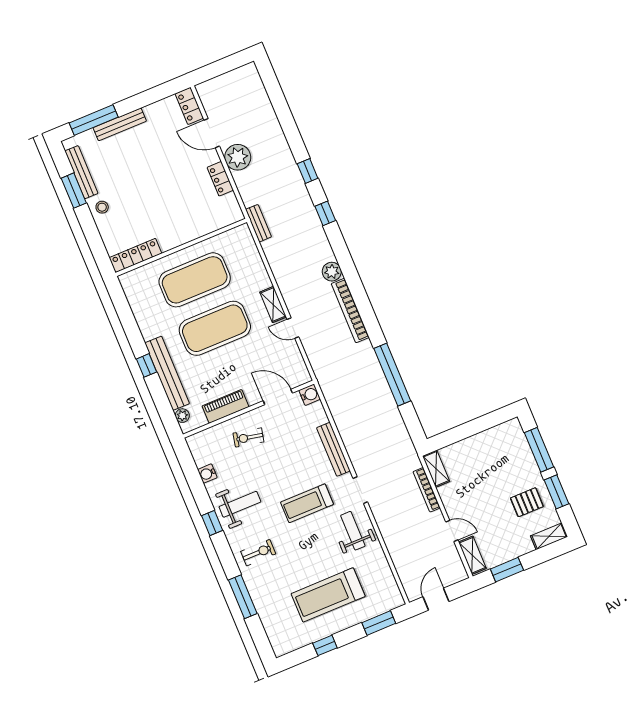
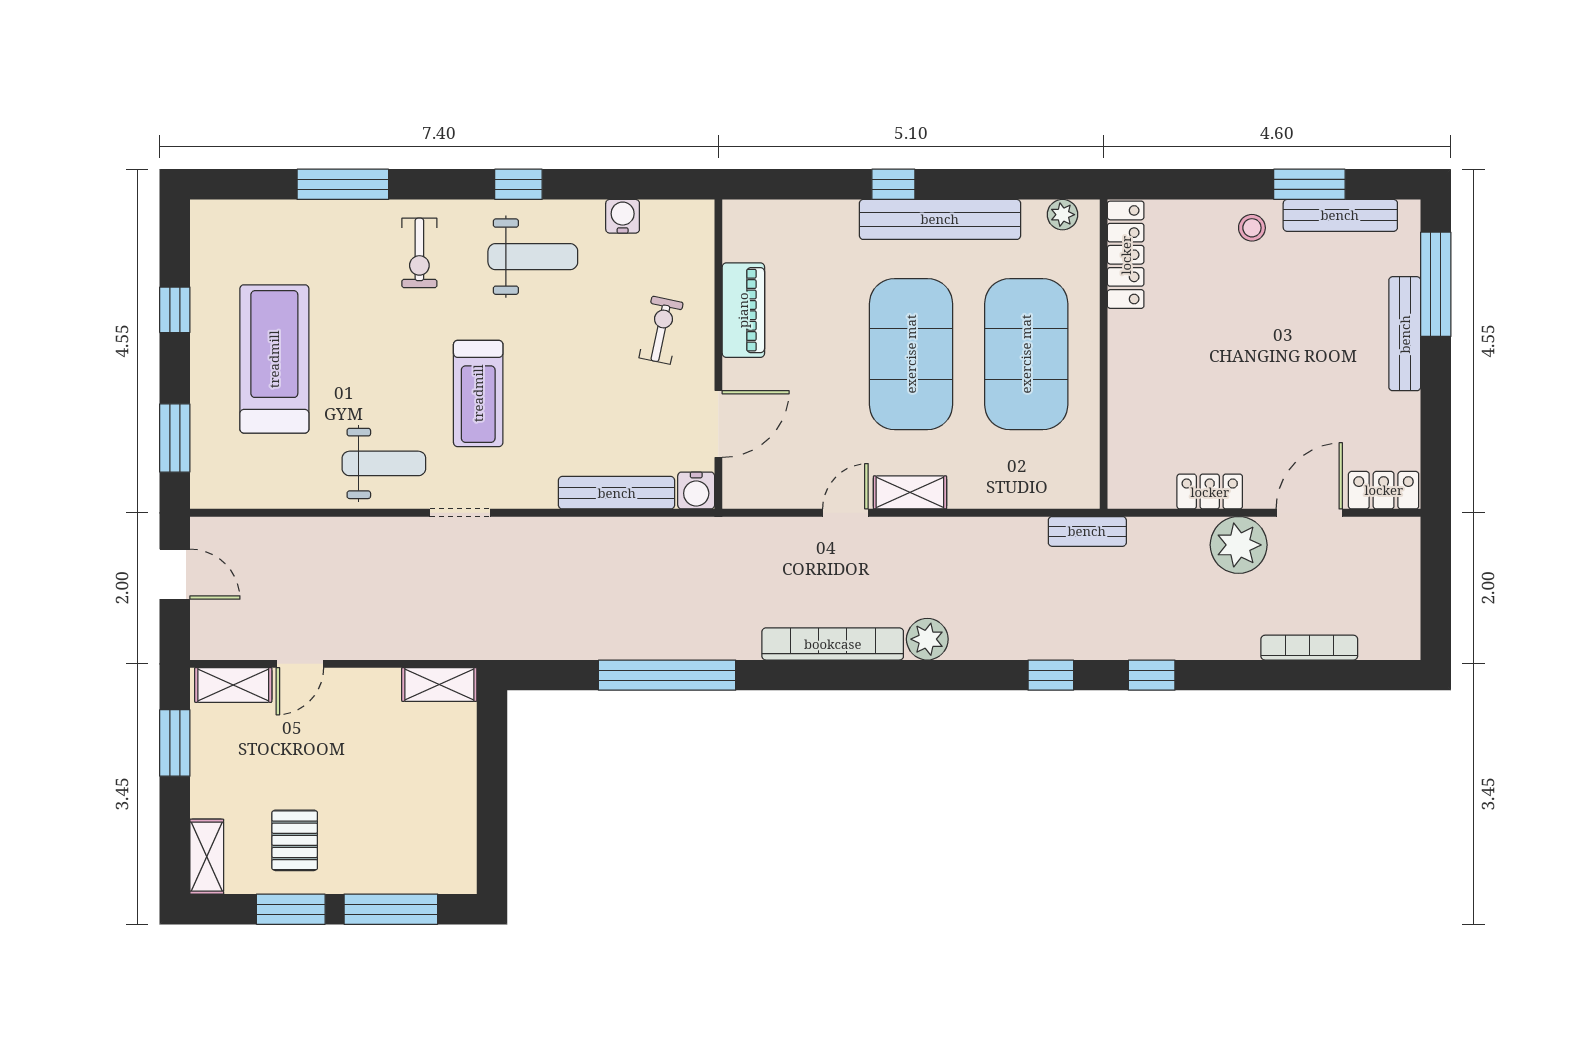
bench: (167, 373) -> (940, 219), moved
plant: (182, 416) -> (1063, 215), moved
bench: (333, 449) -> (617, 493), moved
bookcase: (427, 490) -> (1309, 648), moved
treadmill: (307, 503) -> (478, 393), turned 180
weight bench: (240, 504) -> (533, 257), turned -90

